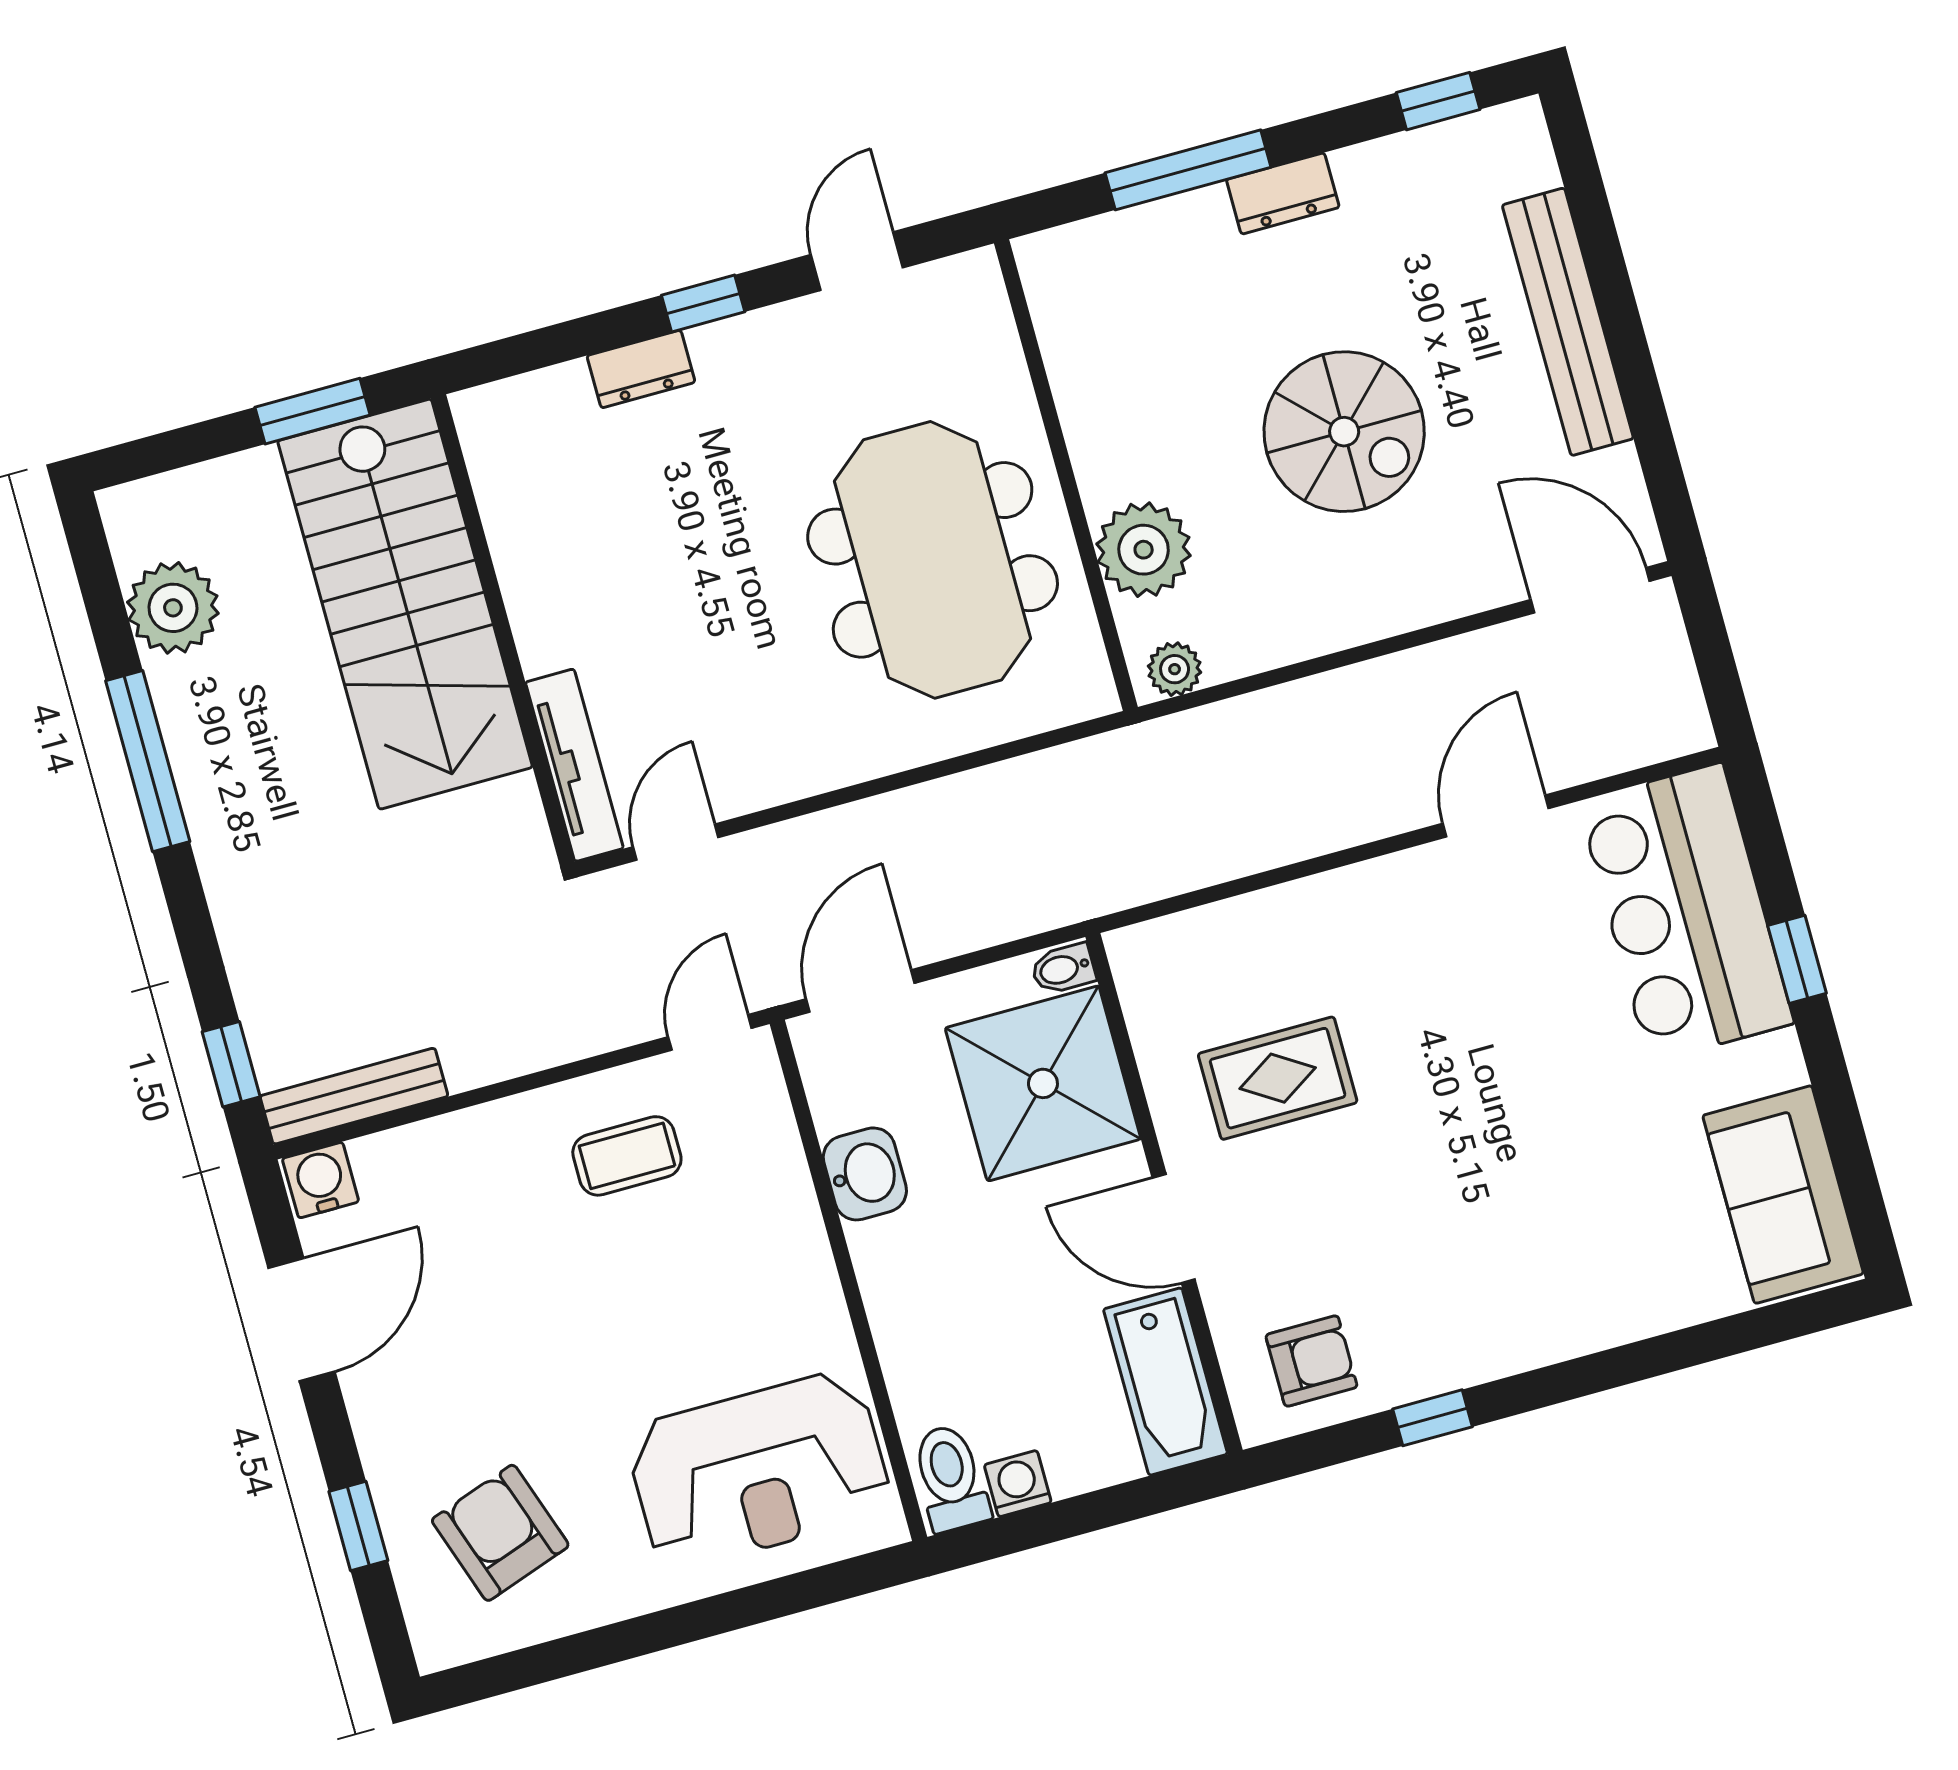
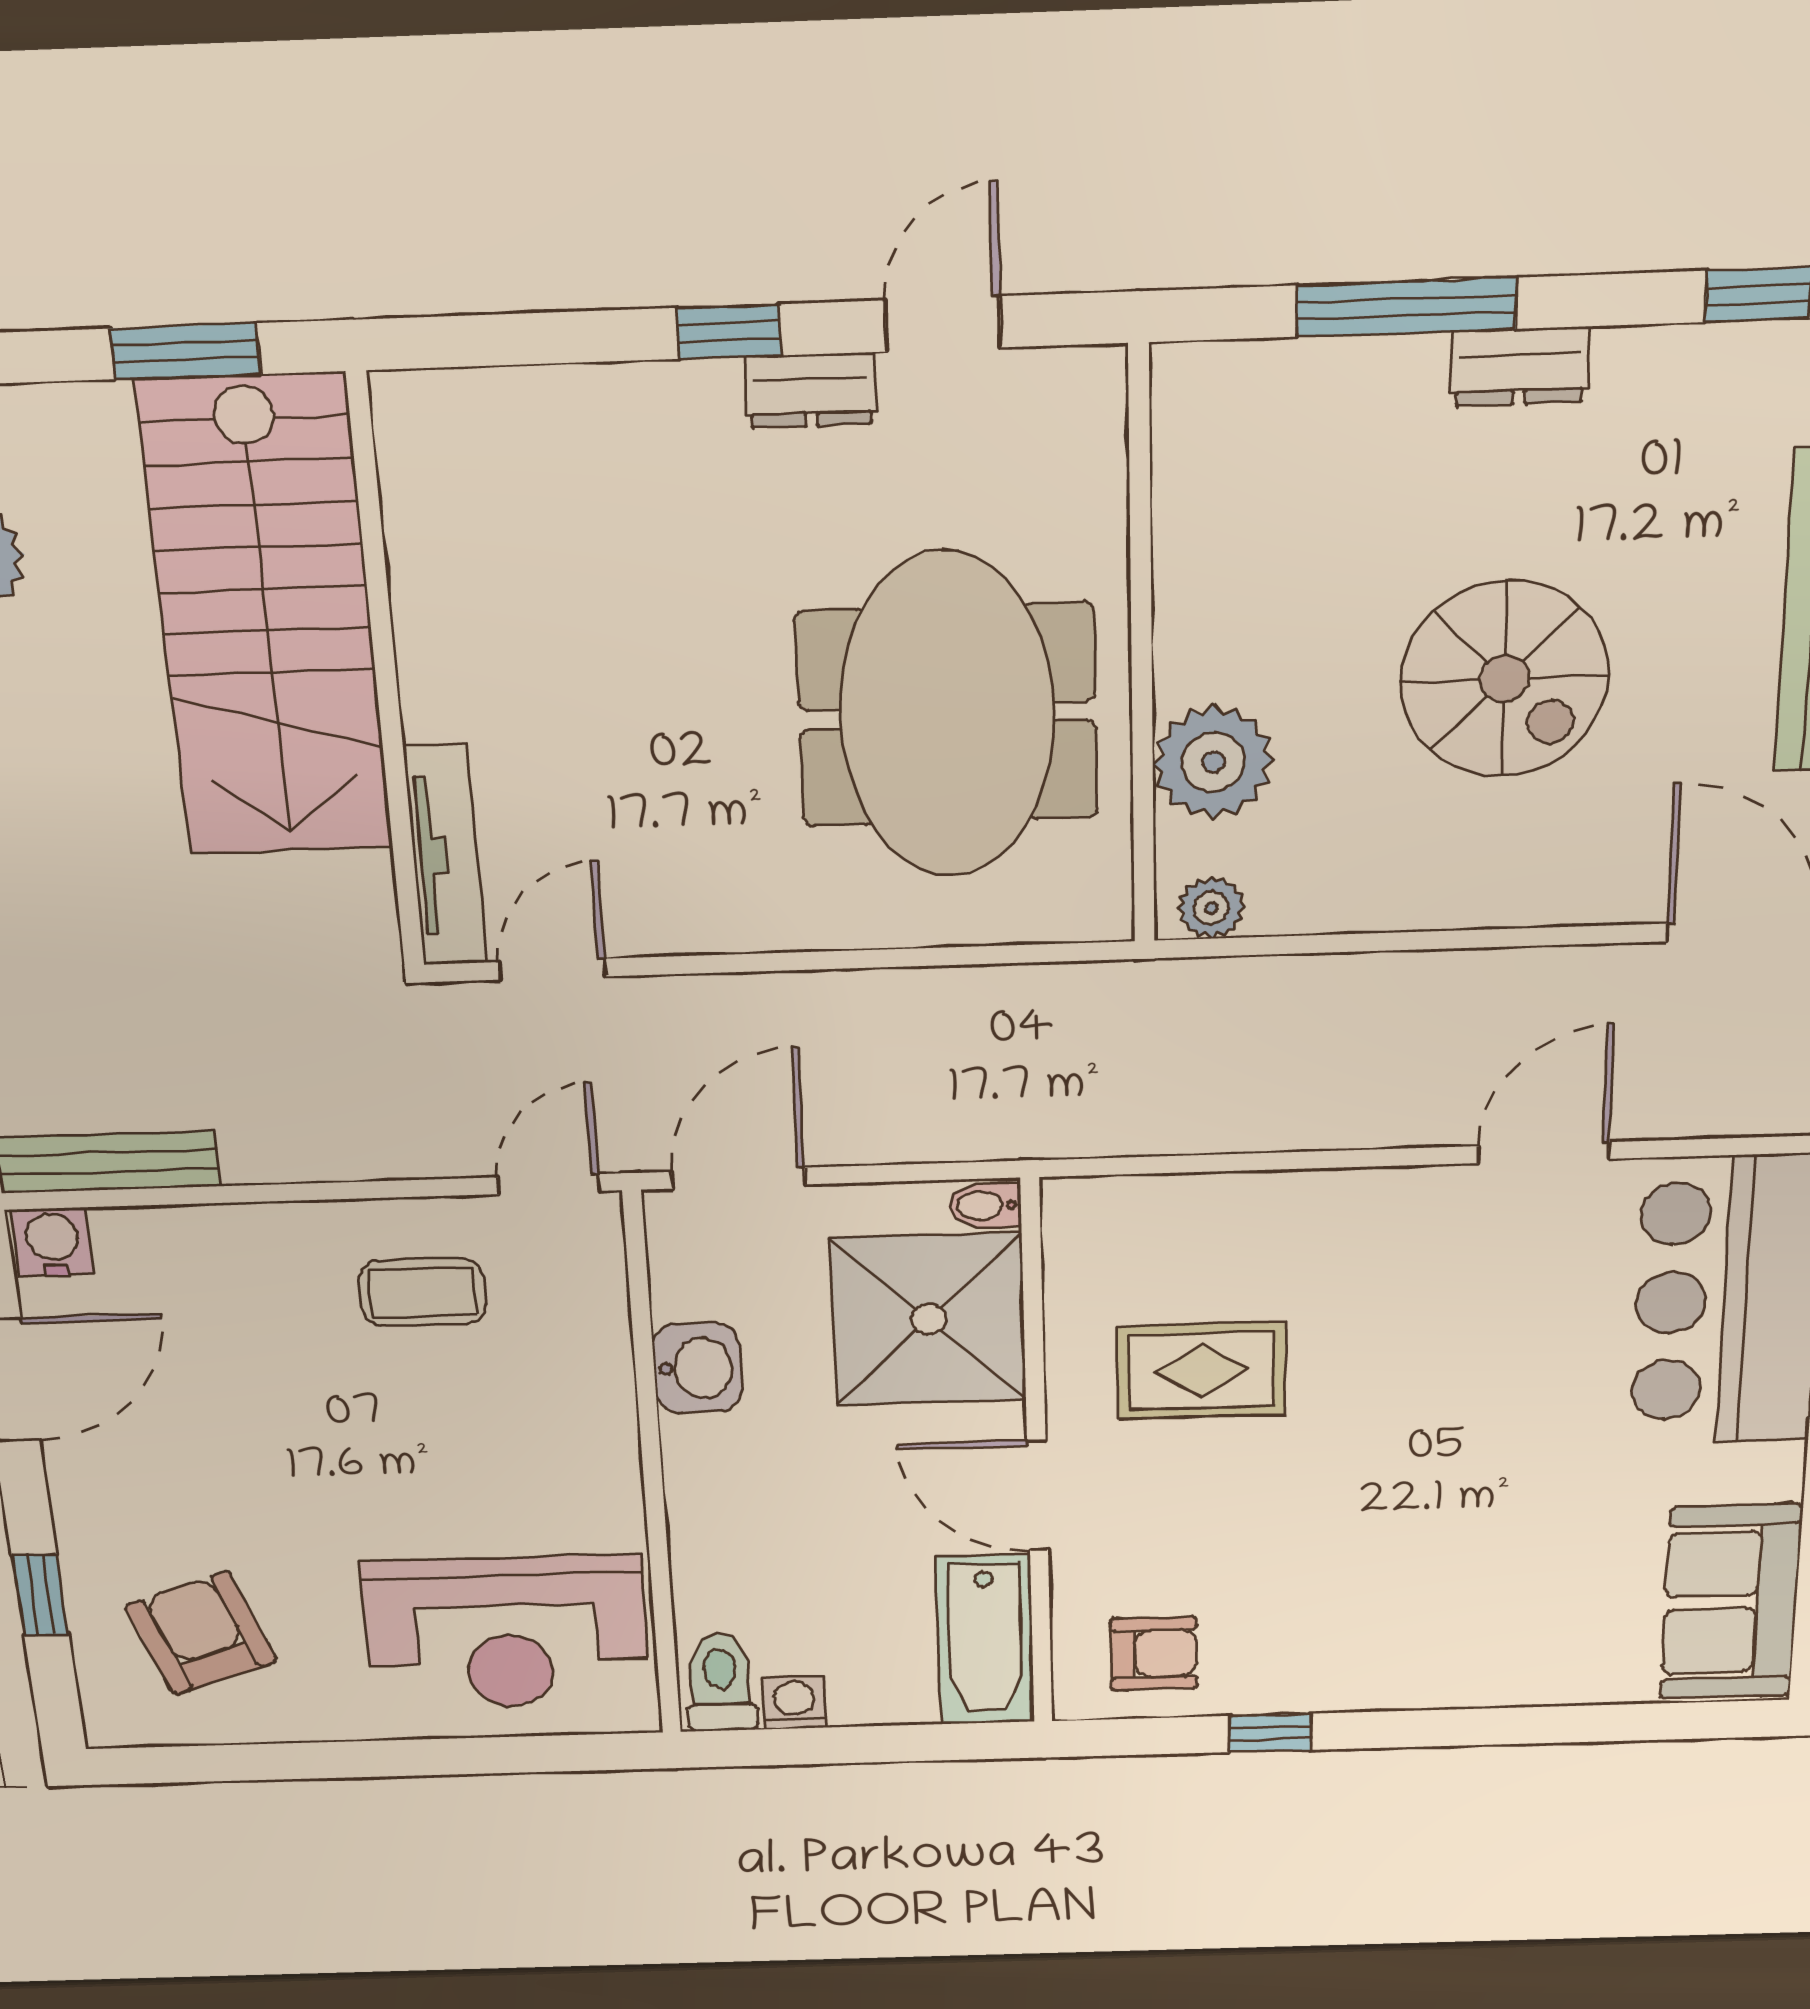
dresser: (641, 369) -> (810, 390), moved

